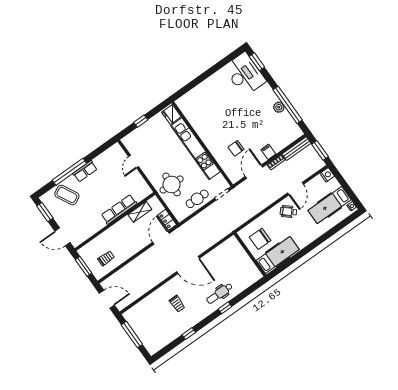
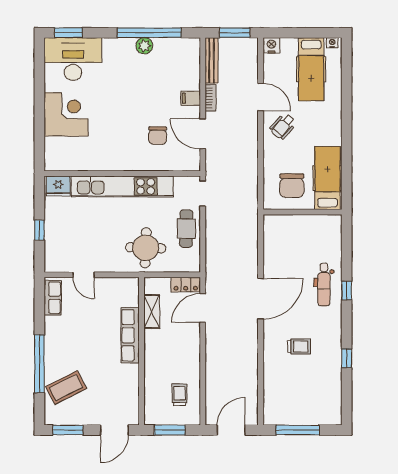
corner desk: (213, 91) -> (66, 114), added
row of seats: (85, 171) -> (53, 298), moved
door: (161, 238) -> (203, 308), hinge flipped

